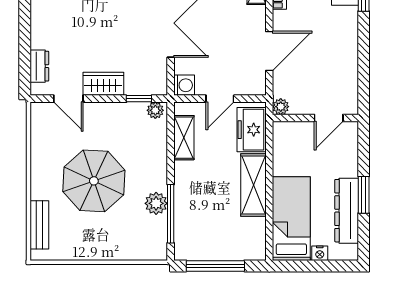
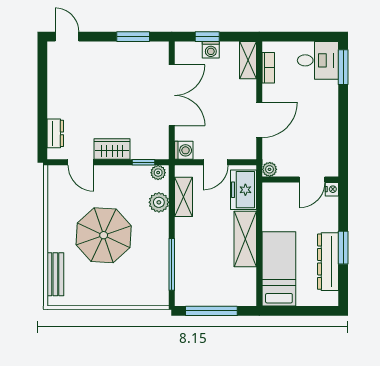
plant: (156, 203) -> (159, 202), moved
nightstand: (320, 253) -> (332, 189), moved, turned -90

